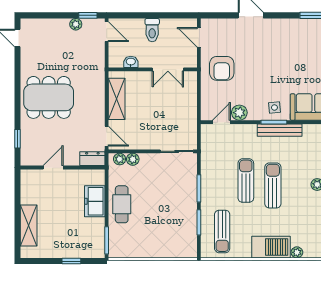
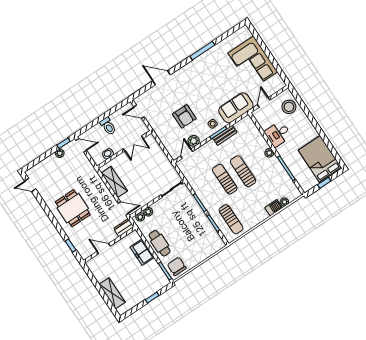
armchair: (222, 68) -> (184, 116), moved
dining table: (49, 97) -> (73, 208), width x0.73
bench: (280, 130) -> (225, 135), width x0.73
door: (53, 168) -> (104, 249), hinge flipped
chair: (124, 244) -> (177, 266), added
barbecue: (271, 247) -> (274, 208), width x0.53, depth x0.65

